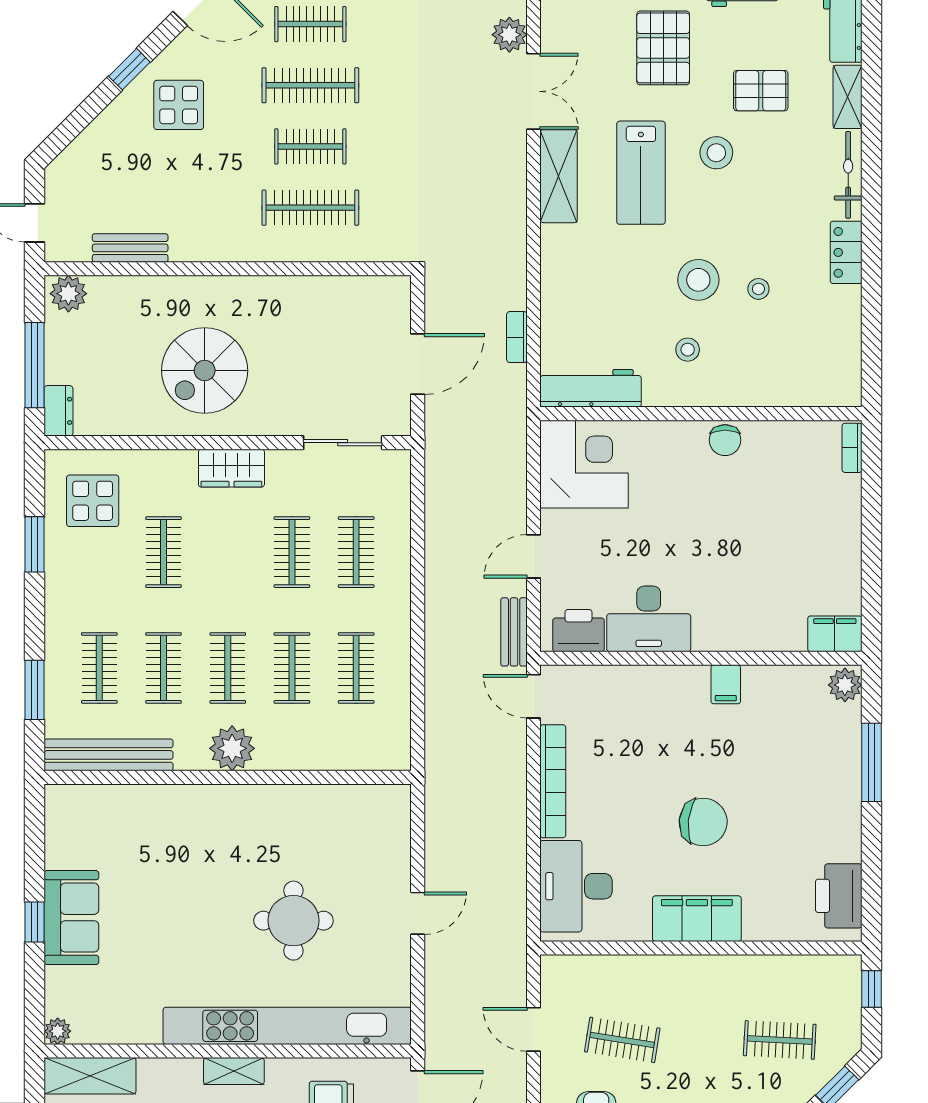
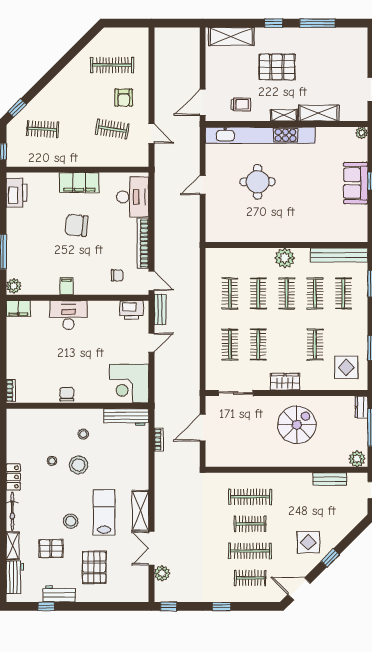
desk: (649, 619) -> (68, 315), moved
chair: (611, 709) -> (117, 275), added
shelving: (90, 1076) -> (319, 113), moved

